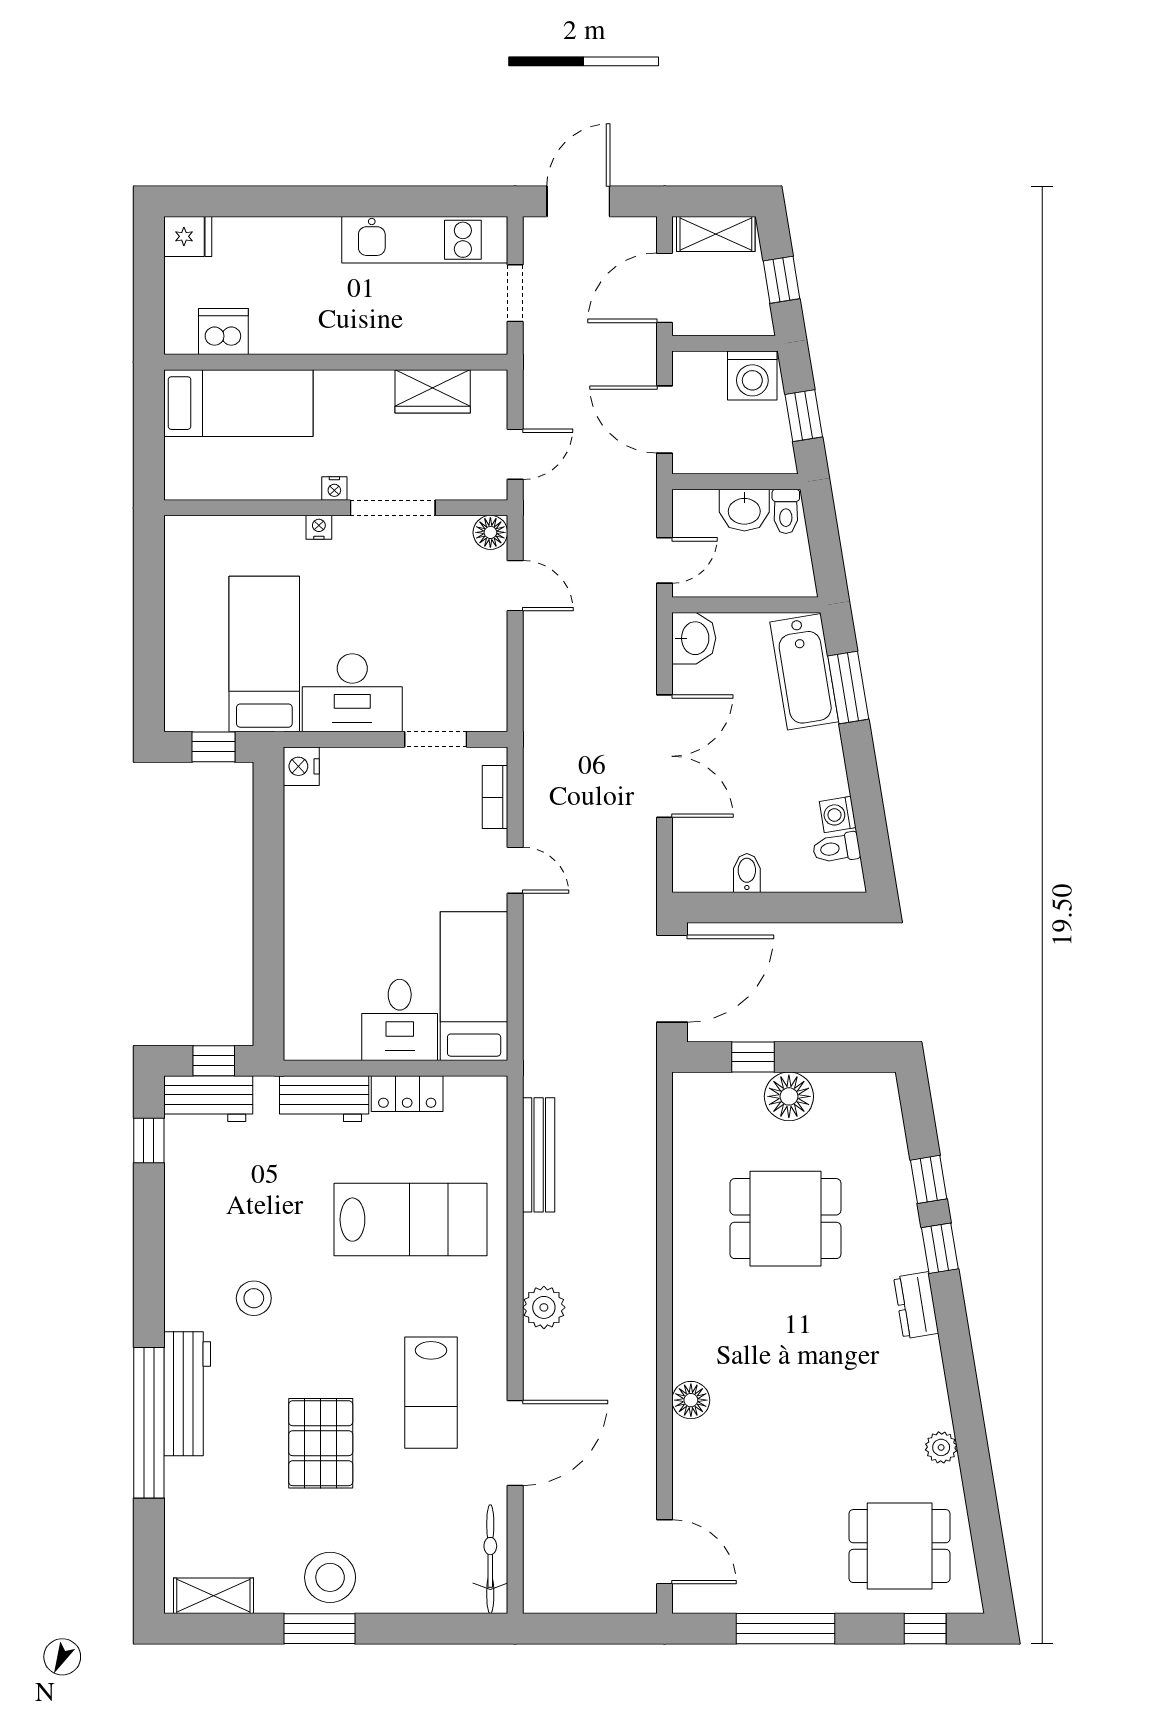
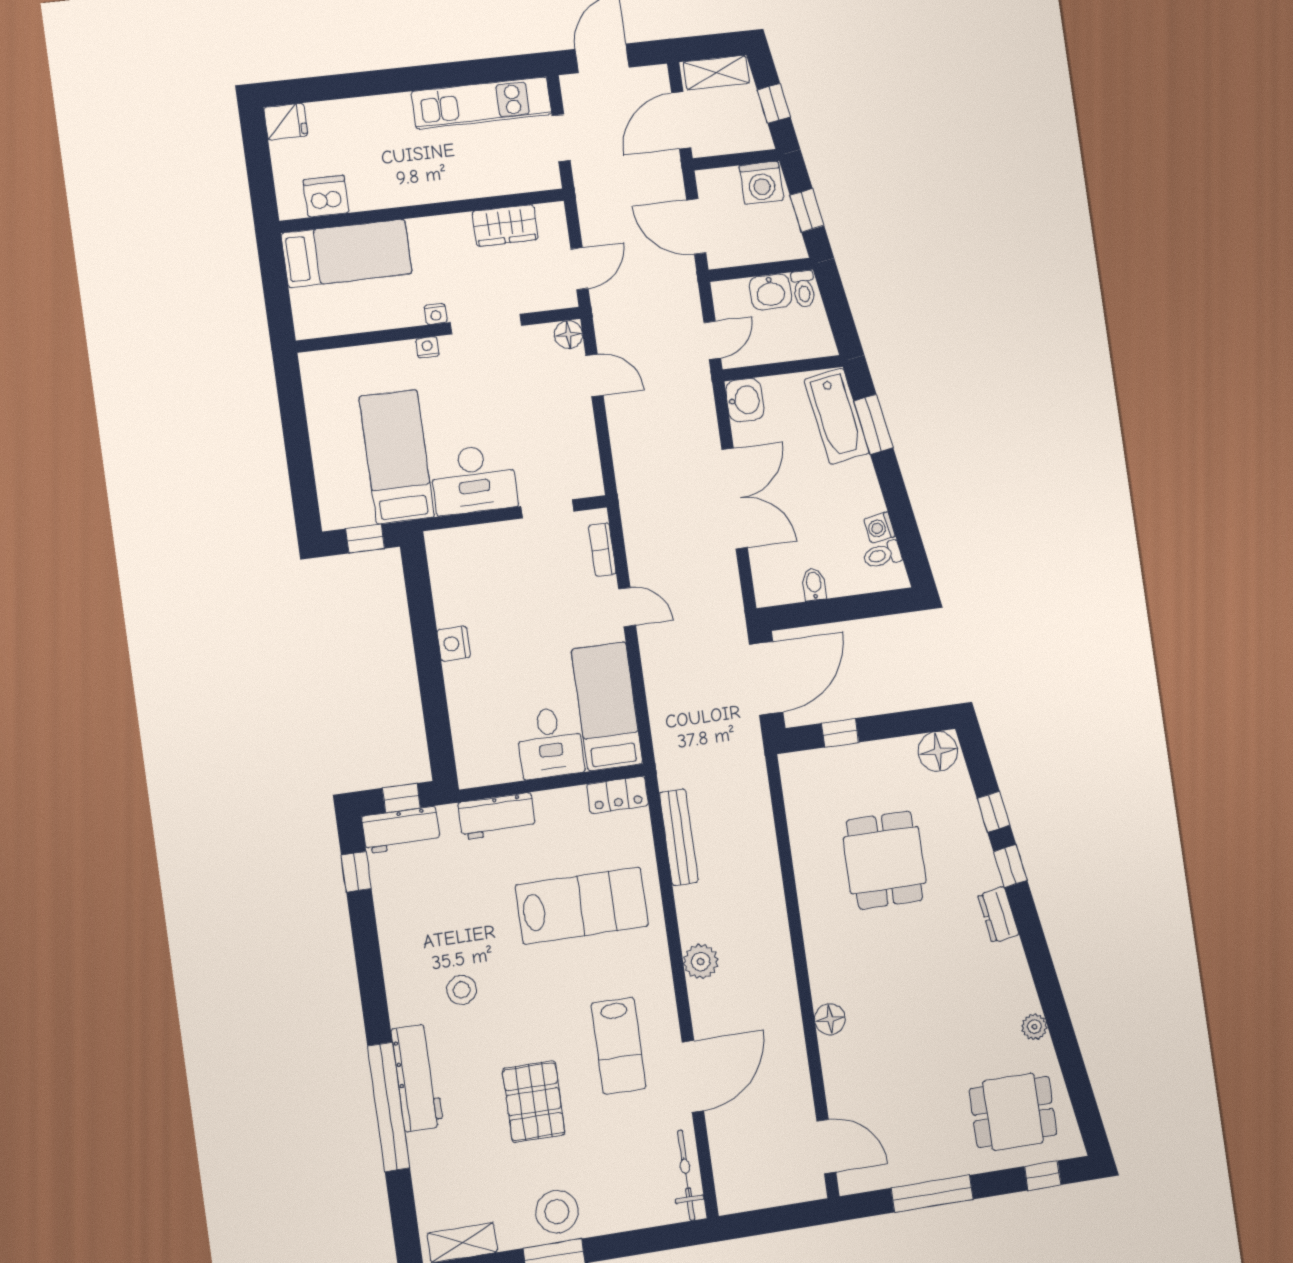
nightstand: (301, 766) -> (454, 643), moved
locker: (407, 1094) -> (618, 795), moved
floor lamp: (789, 1096) -> (938, 751), moved
dining table: (785, 1219) -> (885, 860), turned 90

